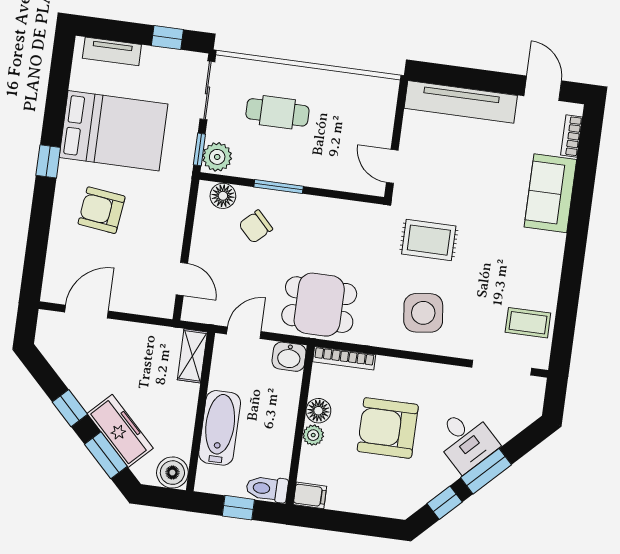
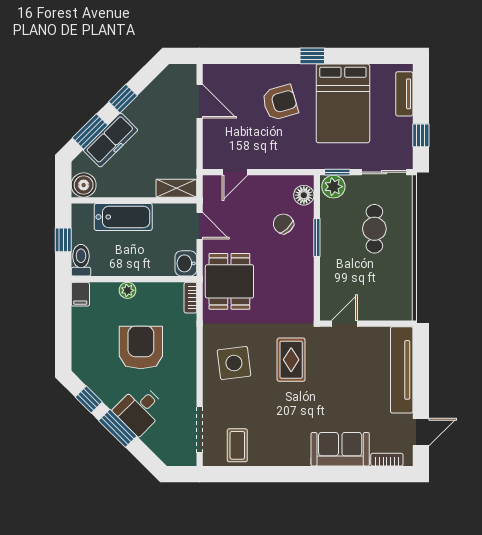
armchair: (102, 210) -> (280, 102), turned 67
bookcase: (344, 358) -> (190, 298), width x0.64
floor lamp: (318, 411) -> (147, 292), removed

